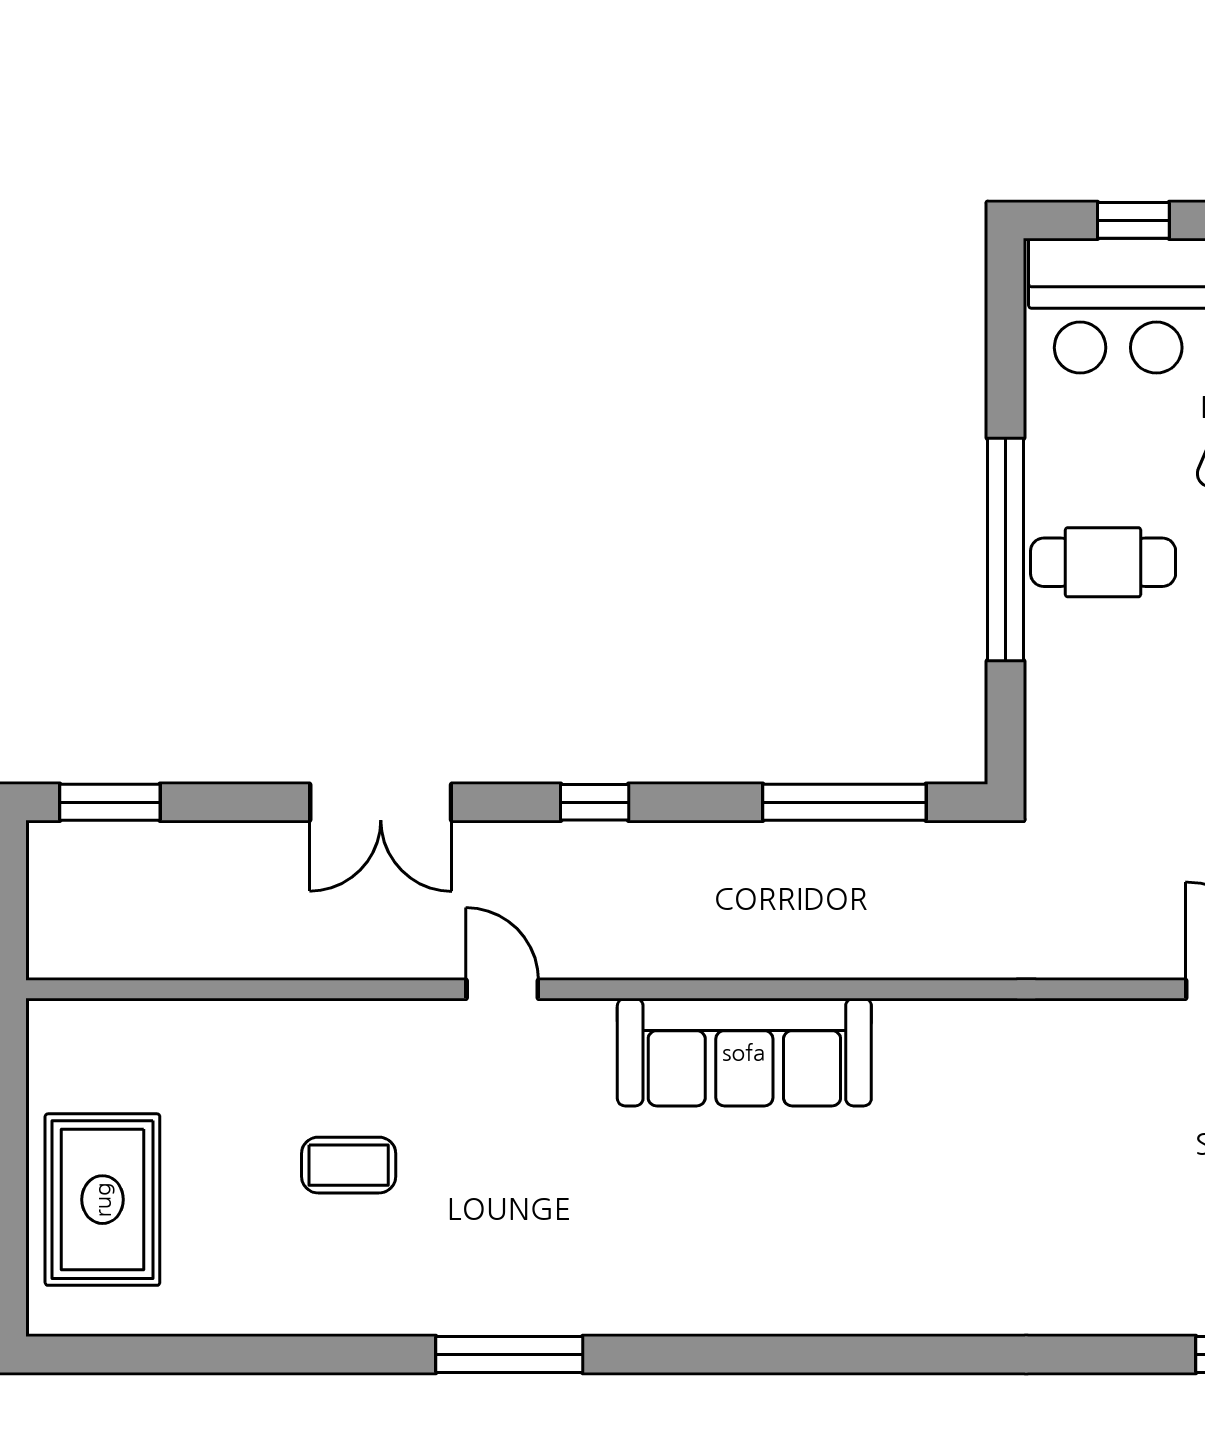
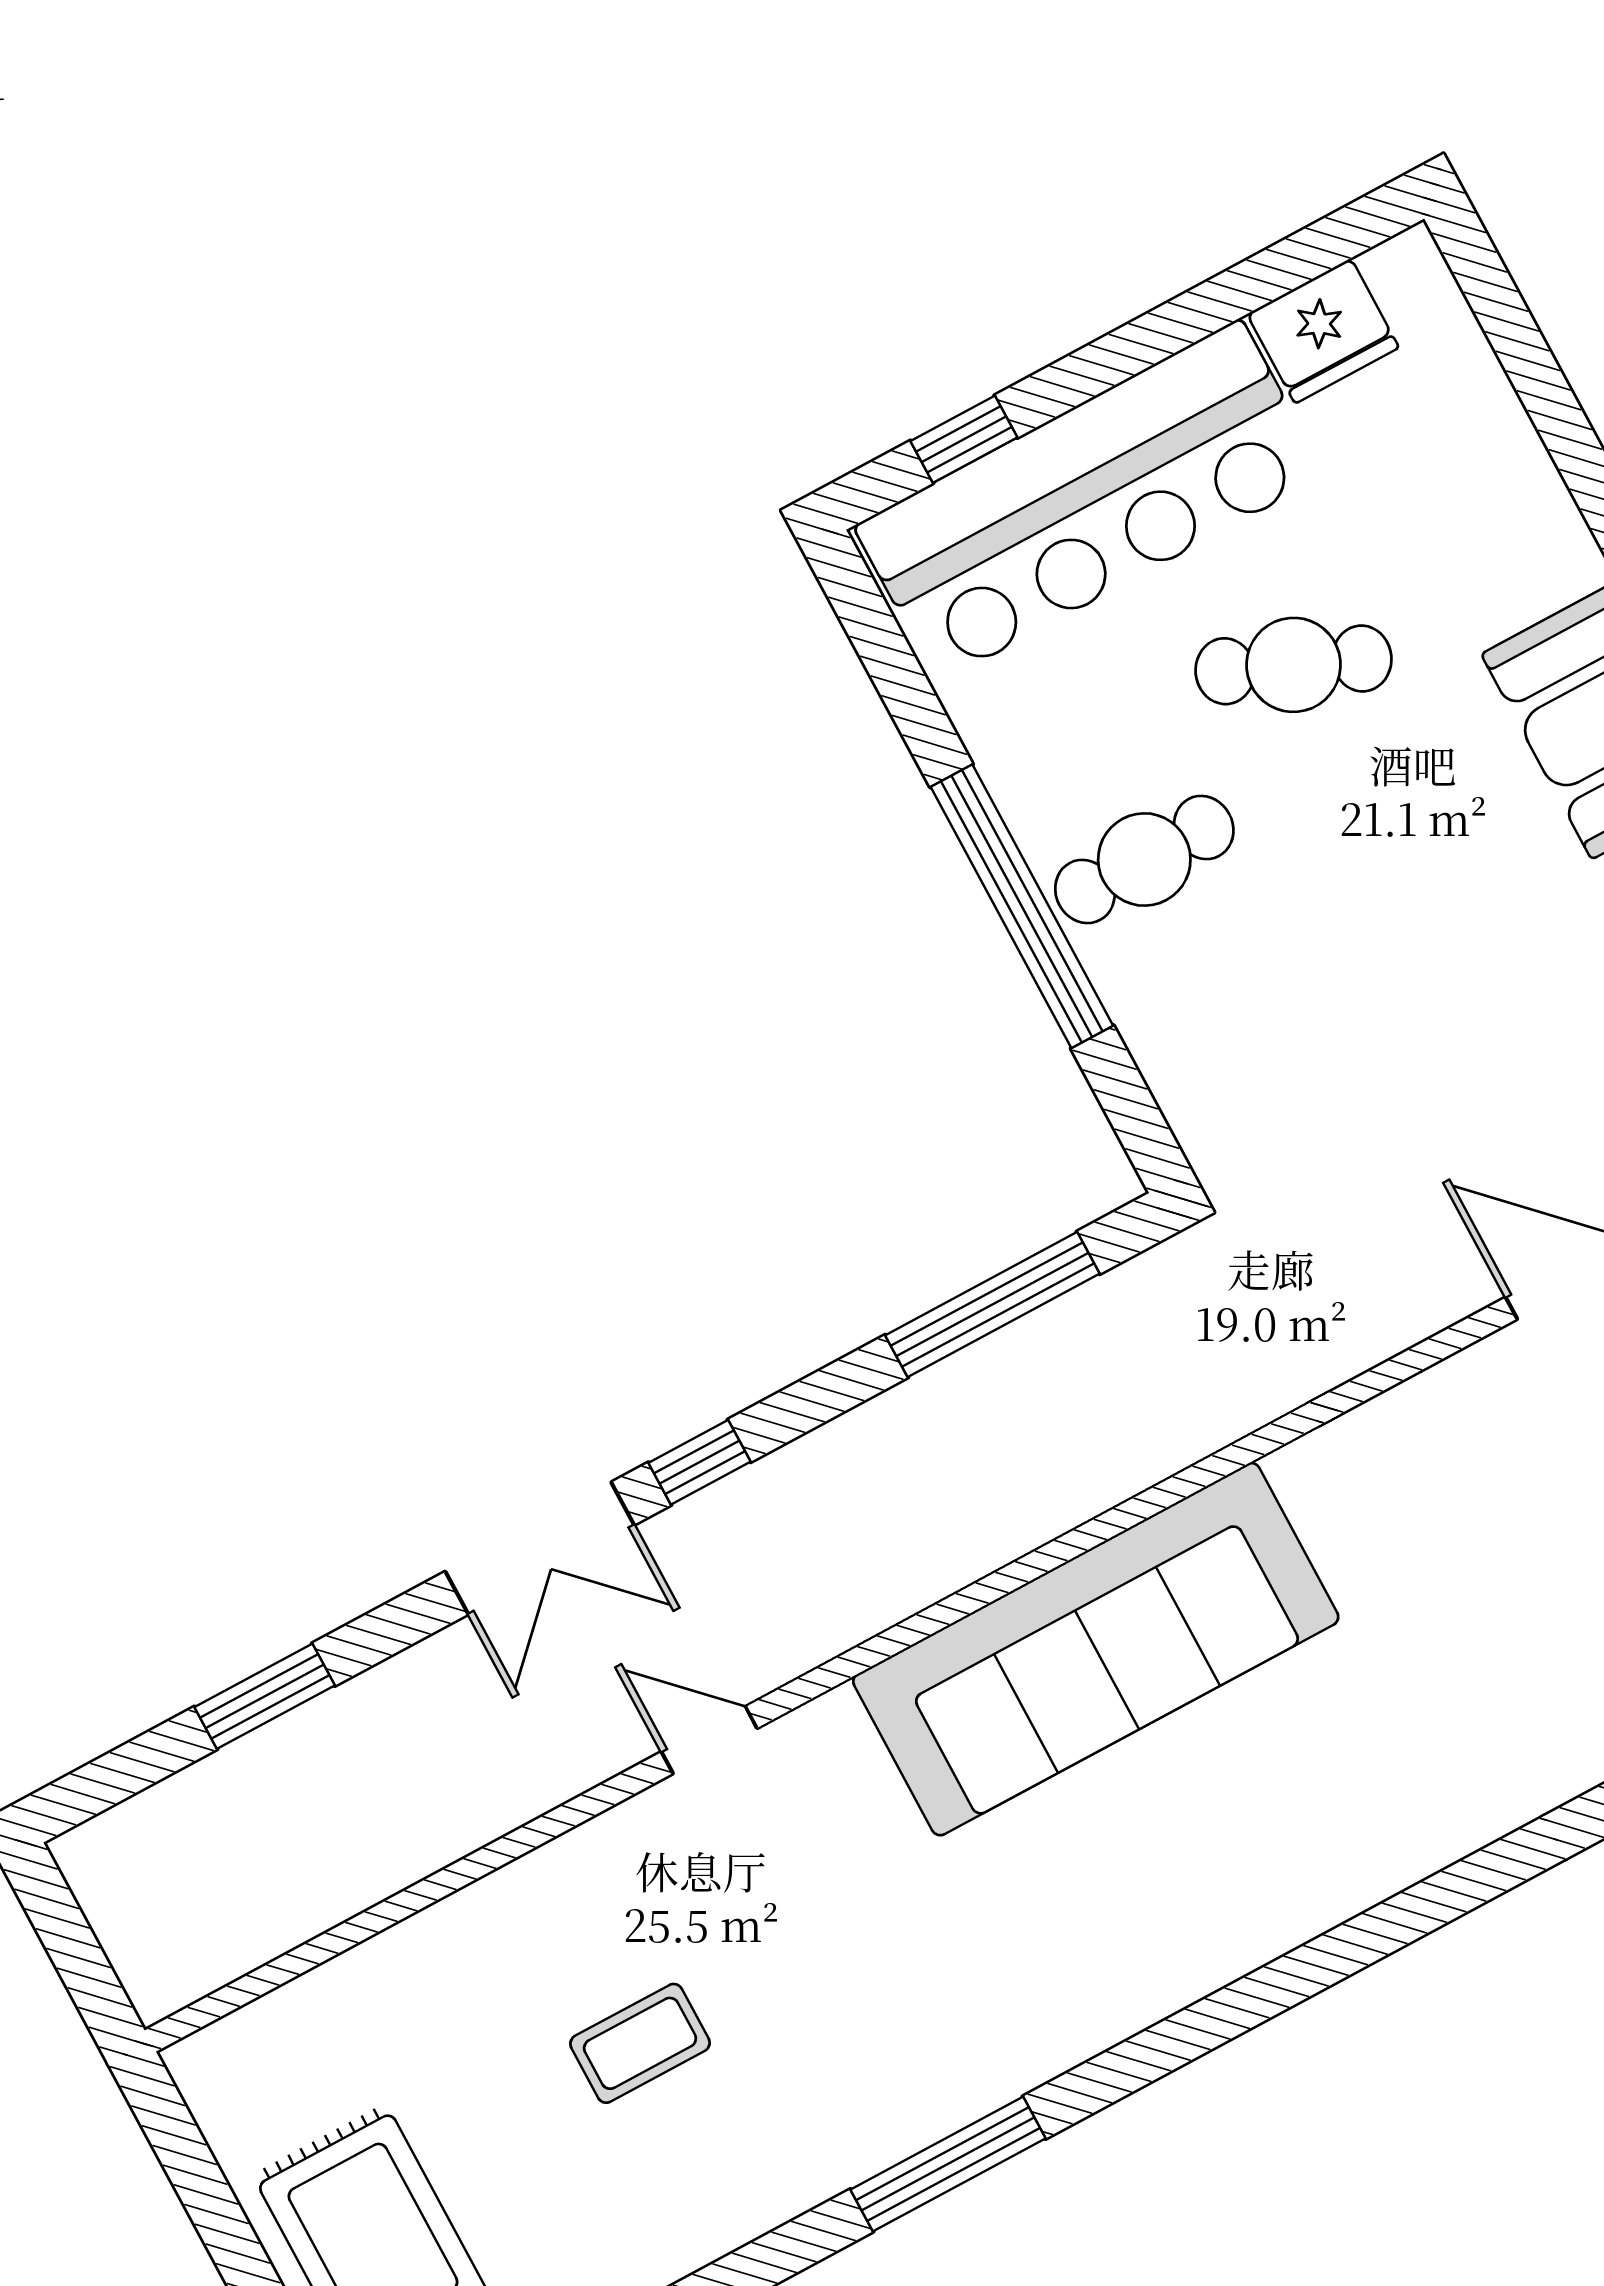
window: (110, 802) -> (265, 1696), moved
double door: (381, 802) -> (540, 1548), moved
sofa: (744, 1052) -> (1096, 1649), width x1.36, depth x1.27

